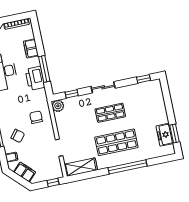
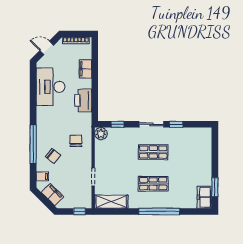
window: (44, 69) -> (95, 93), removed
window: (144, 79) -> (176, 124), moved
freezer: (165, 135) -> (204, 197), moved
shop shelf: (116, 142) -> (153, 184), width x0.70, depth x0.74

